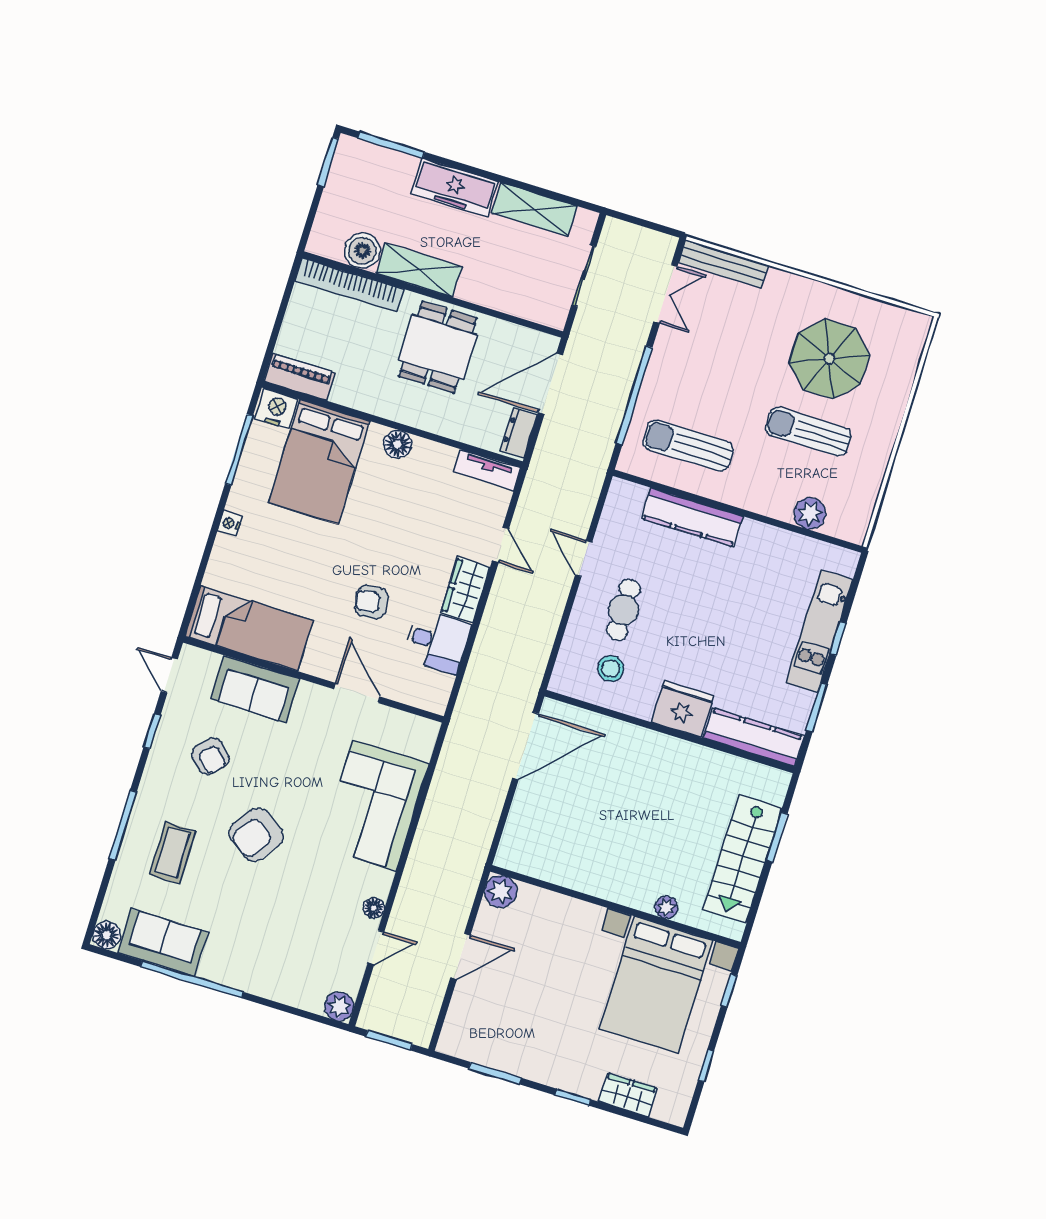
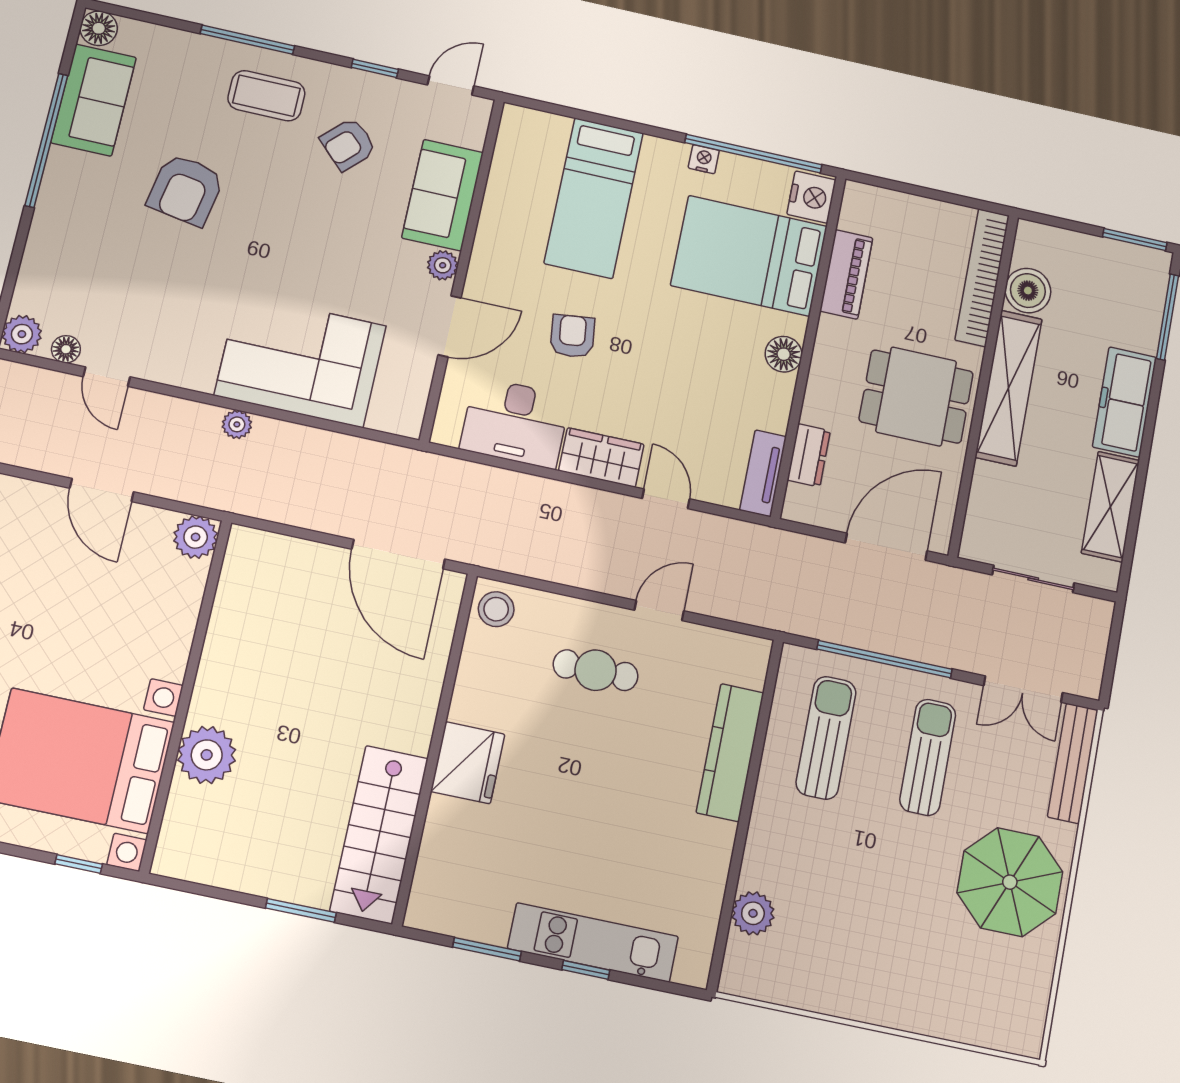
shelving: (419, 270) -> (1009, 388), width x1.47
parasol: (829, 359) -> (1010, 882), moved
piano: (300, 377) -> (846, 274), moved
door: (550, 384) -> (886, 547), hinge flipped
sun lounger: (808, 432) -> (928, 757), moved
dresser: (519, 433) -> (809, 455), moved, turned 90
window: (239, 450) -> (753, 154), width x1.46
nightstand: (230, 523) -> (704, 159), moved
door: (501, 545) -> (666, 499), swing flipped
bed: (249, 628) -> (594, 198), moved
desk: (437, 642) -> (515, 423), width x1.37
stool: (611, 669) -> (496, 609), moved
plant: (310, 694) -> (443, 265), added
kitchen counter: (753, 737) -> (438, 864), removed
armchair: (256, 835) -> (186, 190), moved, turned -116
coffee table: (173, 853) -> (266, 96), moved
plant: (419, 855) -> (237, 424), added
stairs: (743, 859) -> (379, 834), moved, turned -90
plant: (666, 907) -> (207, 755), width x1.87, depth x1.87
floor lamp: (374, 908) -> (66, 349), moved

